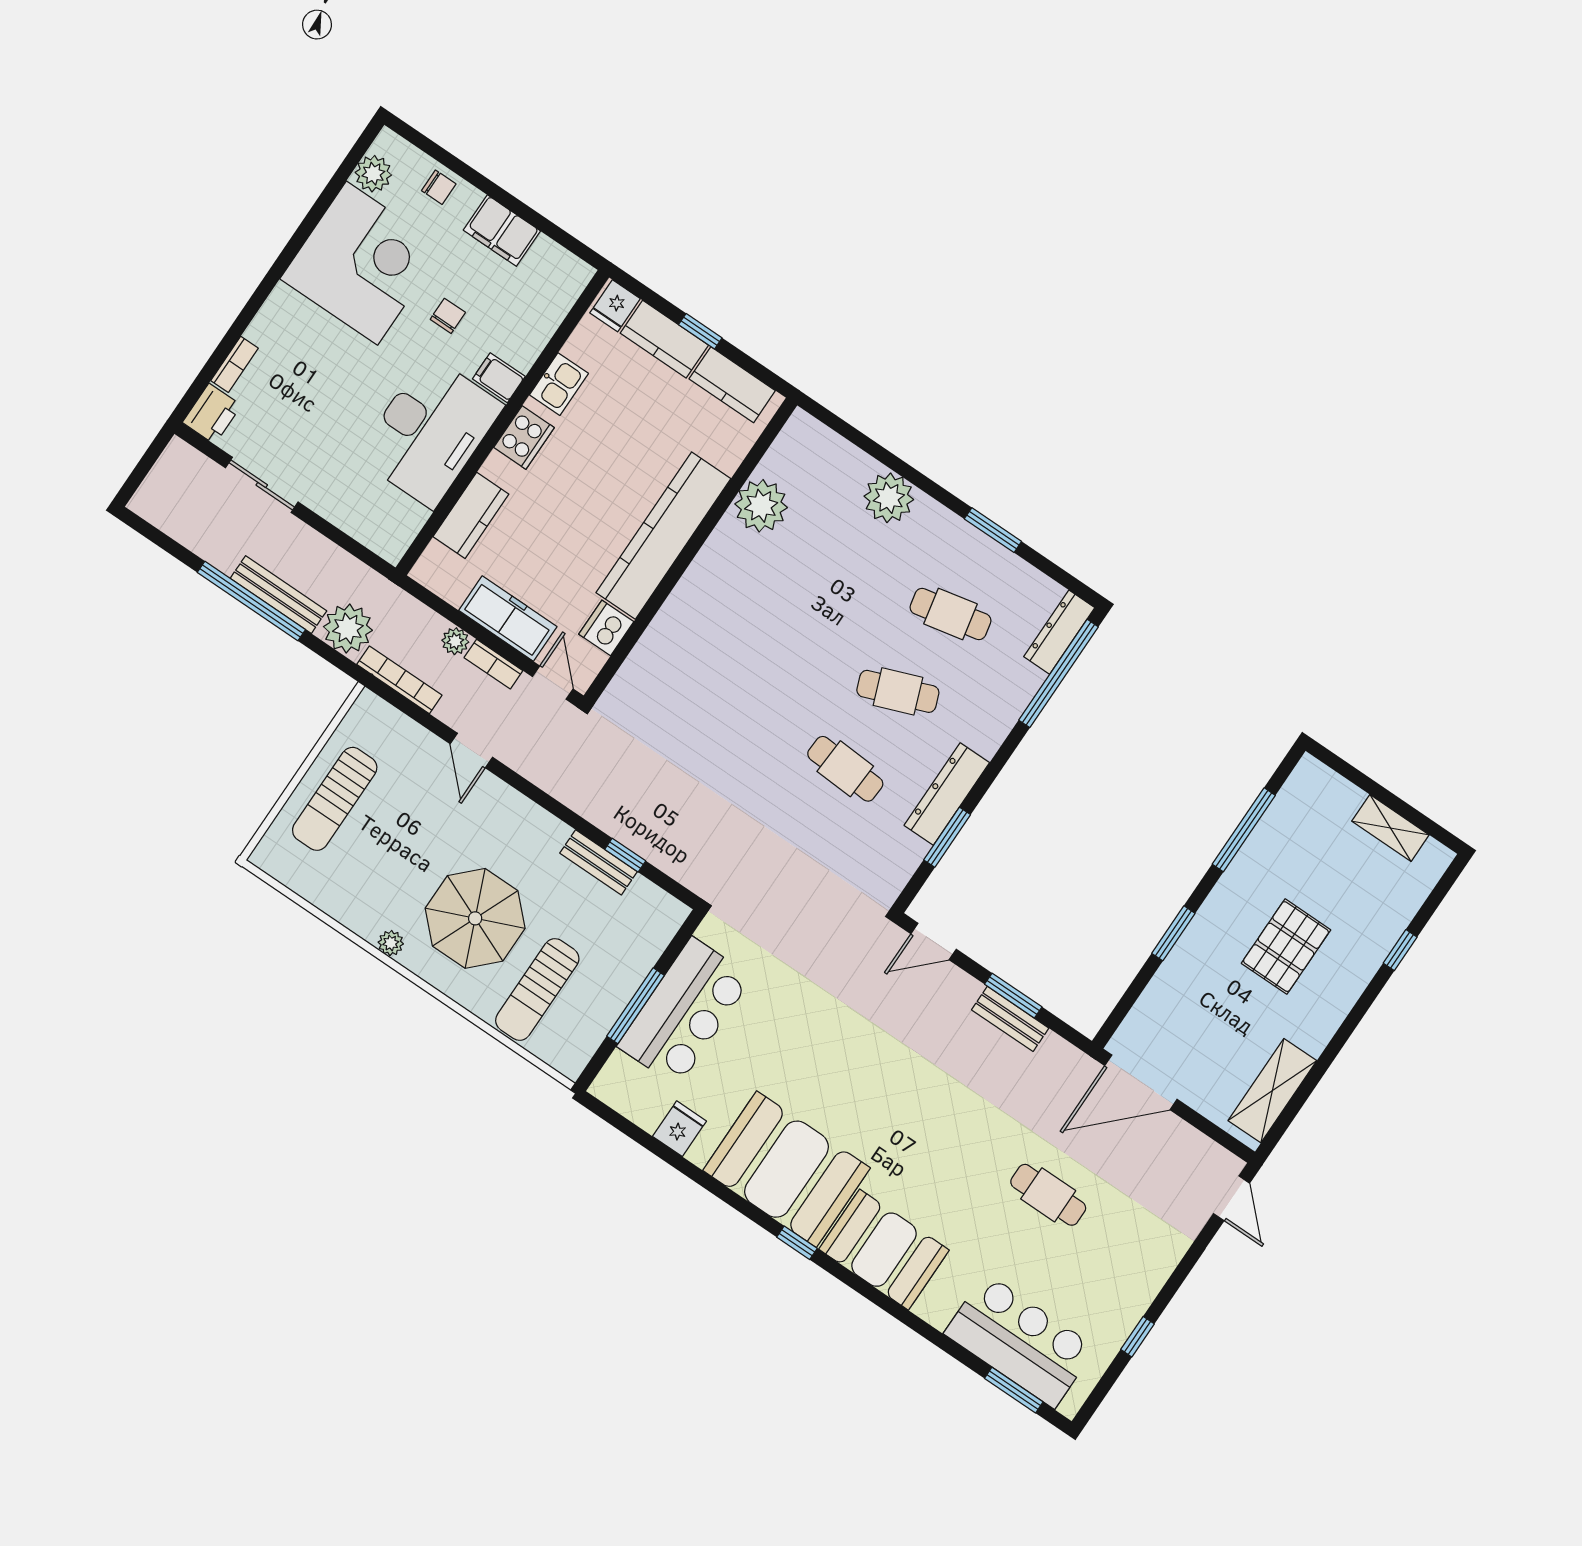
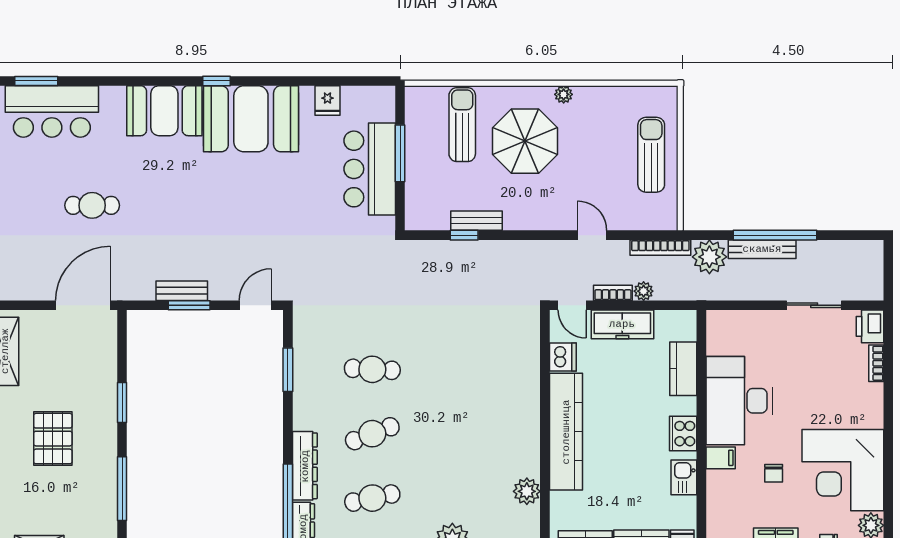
plant: (761, 506) -> (527, 491), width x0.73, depth x0.73
dresser: (947, 794) -> (305, 466), moved

